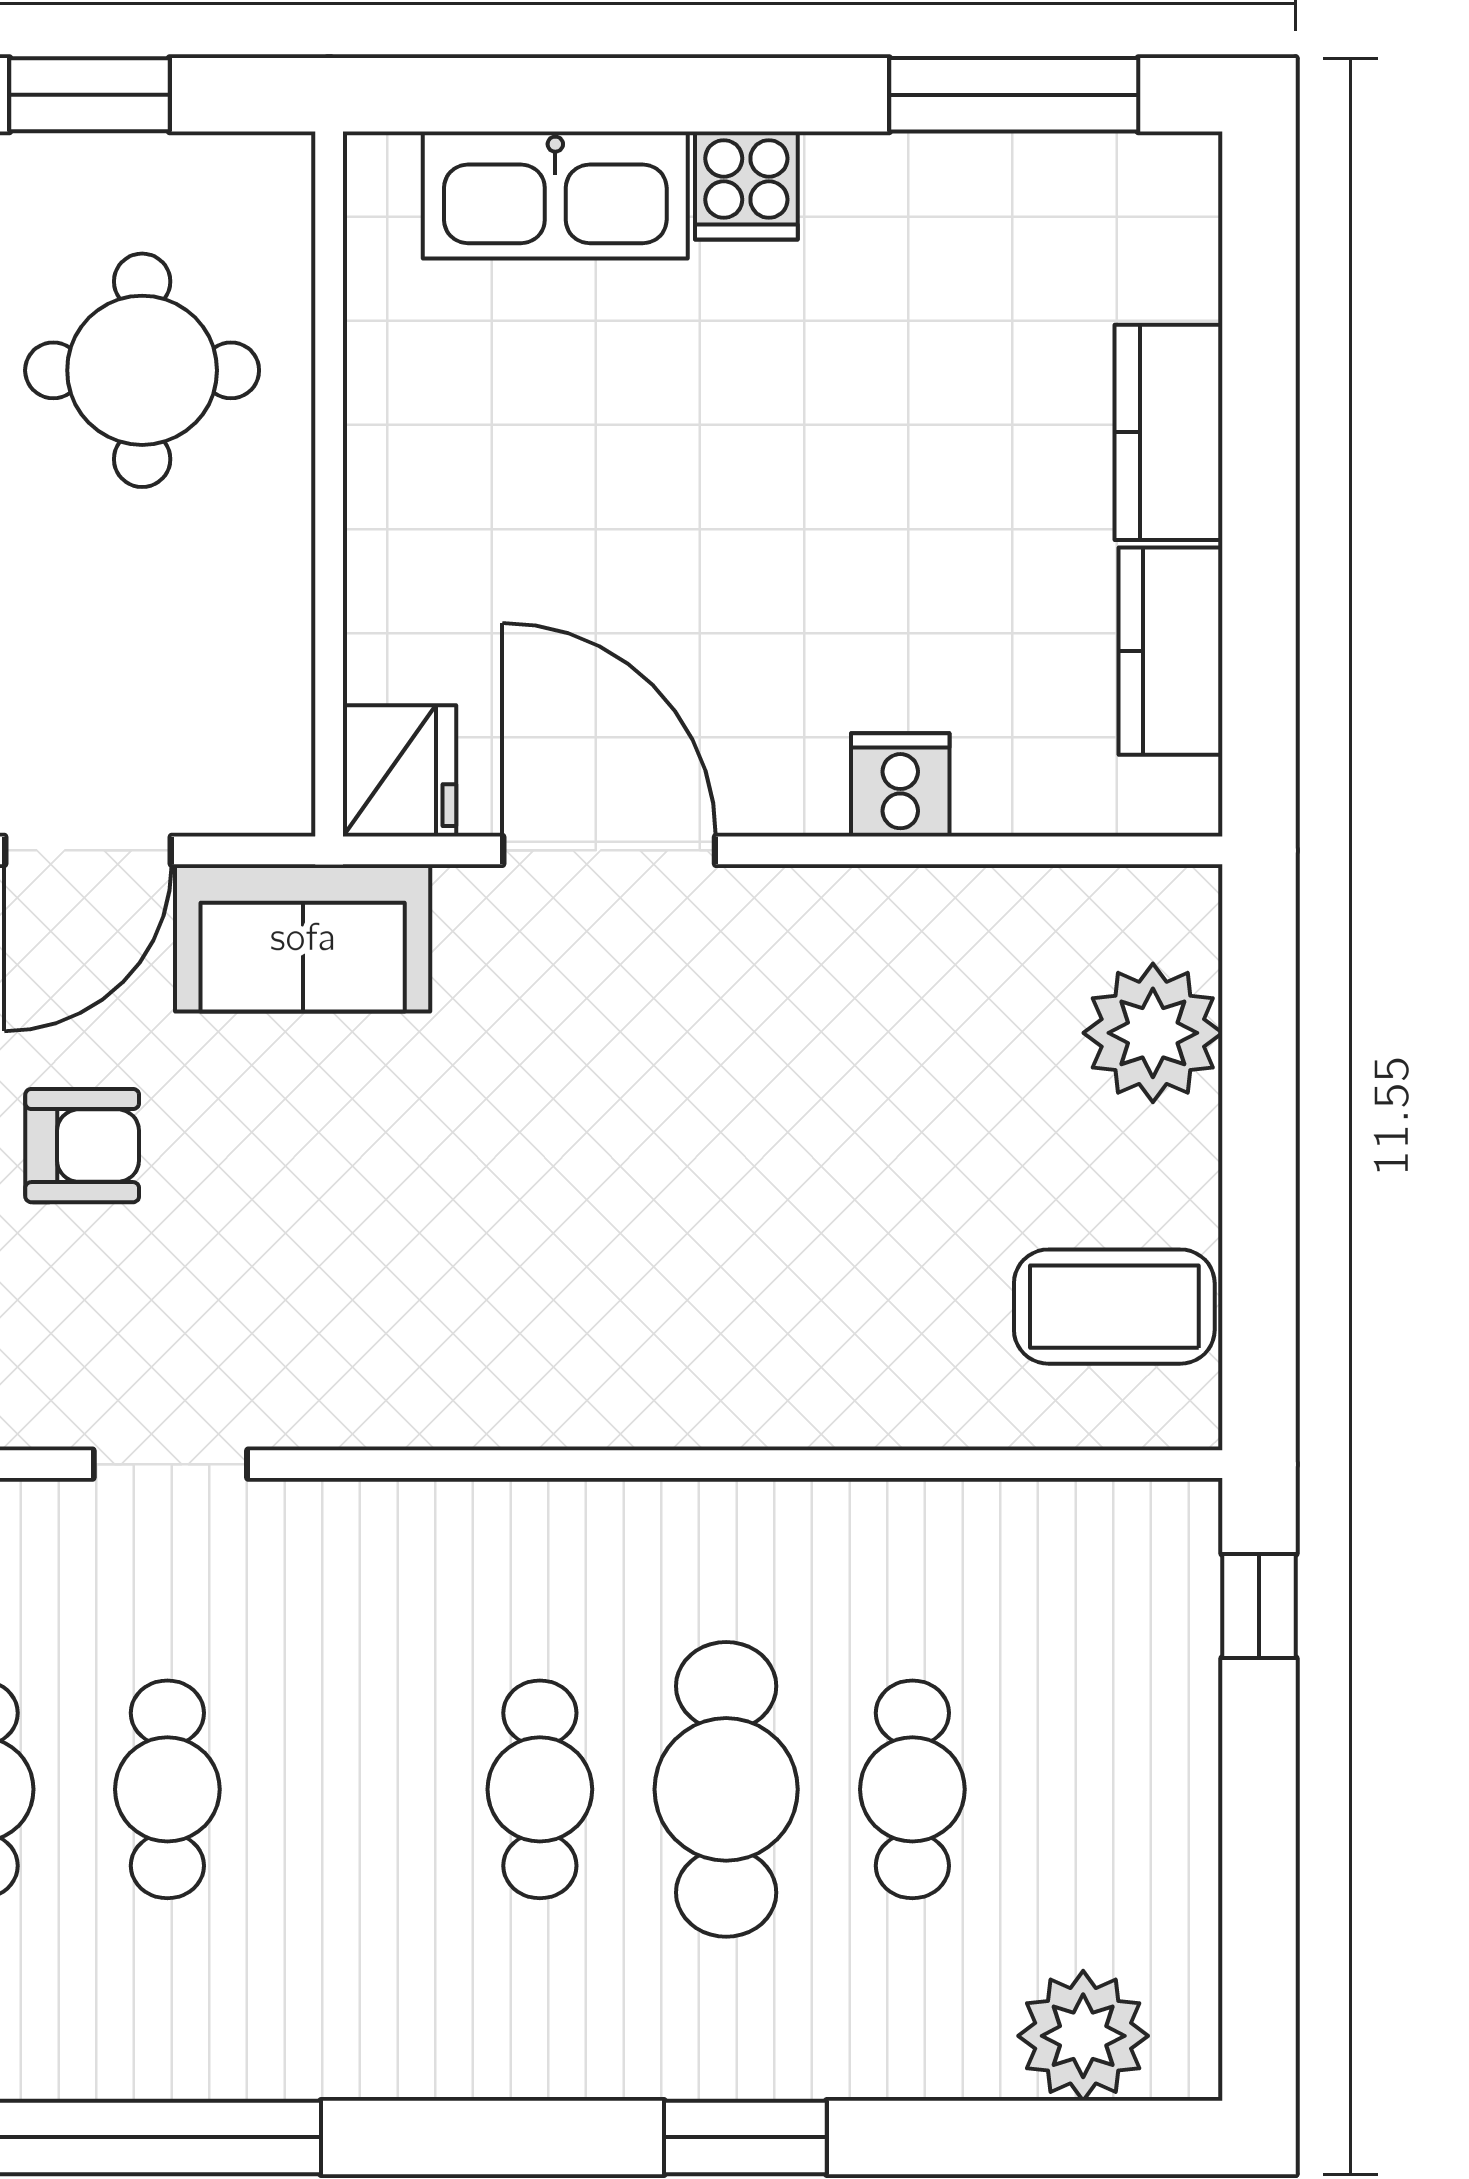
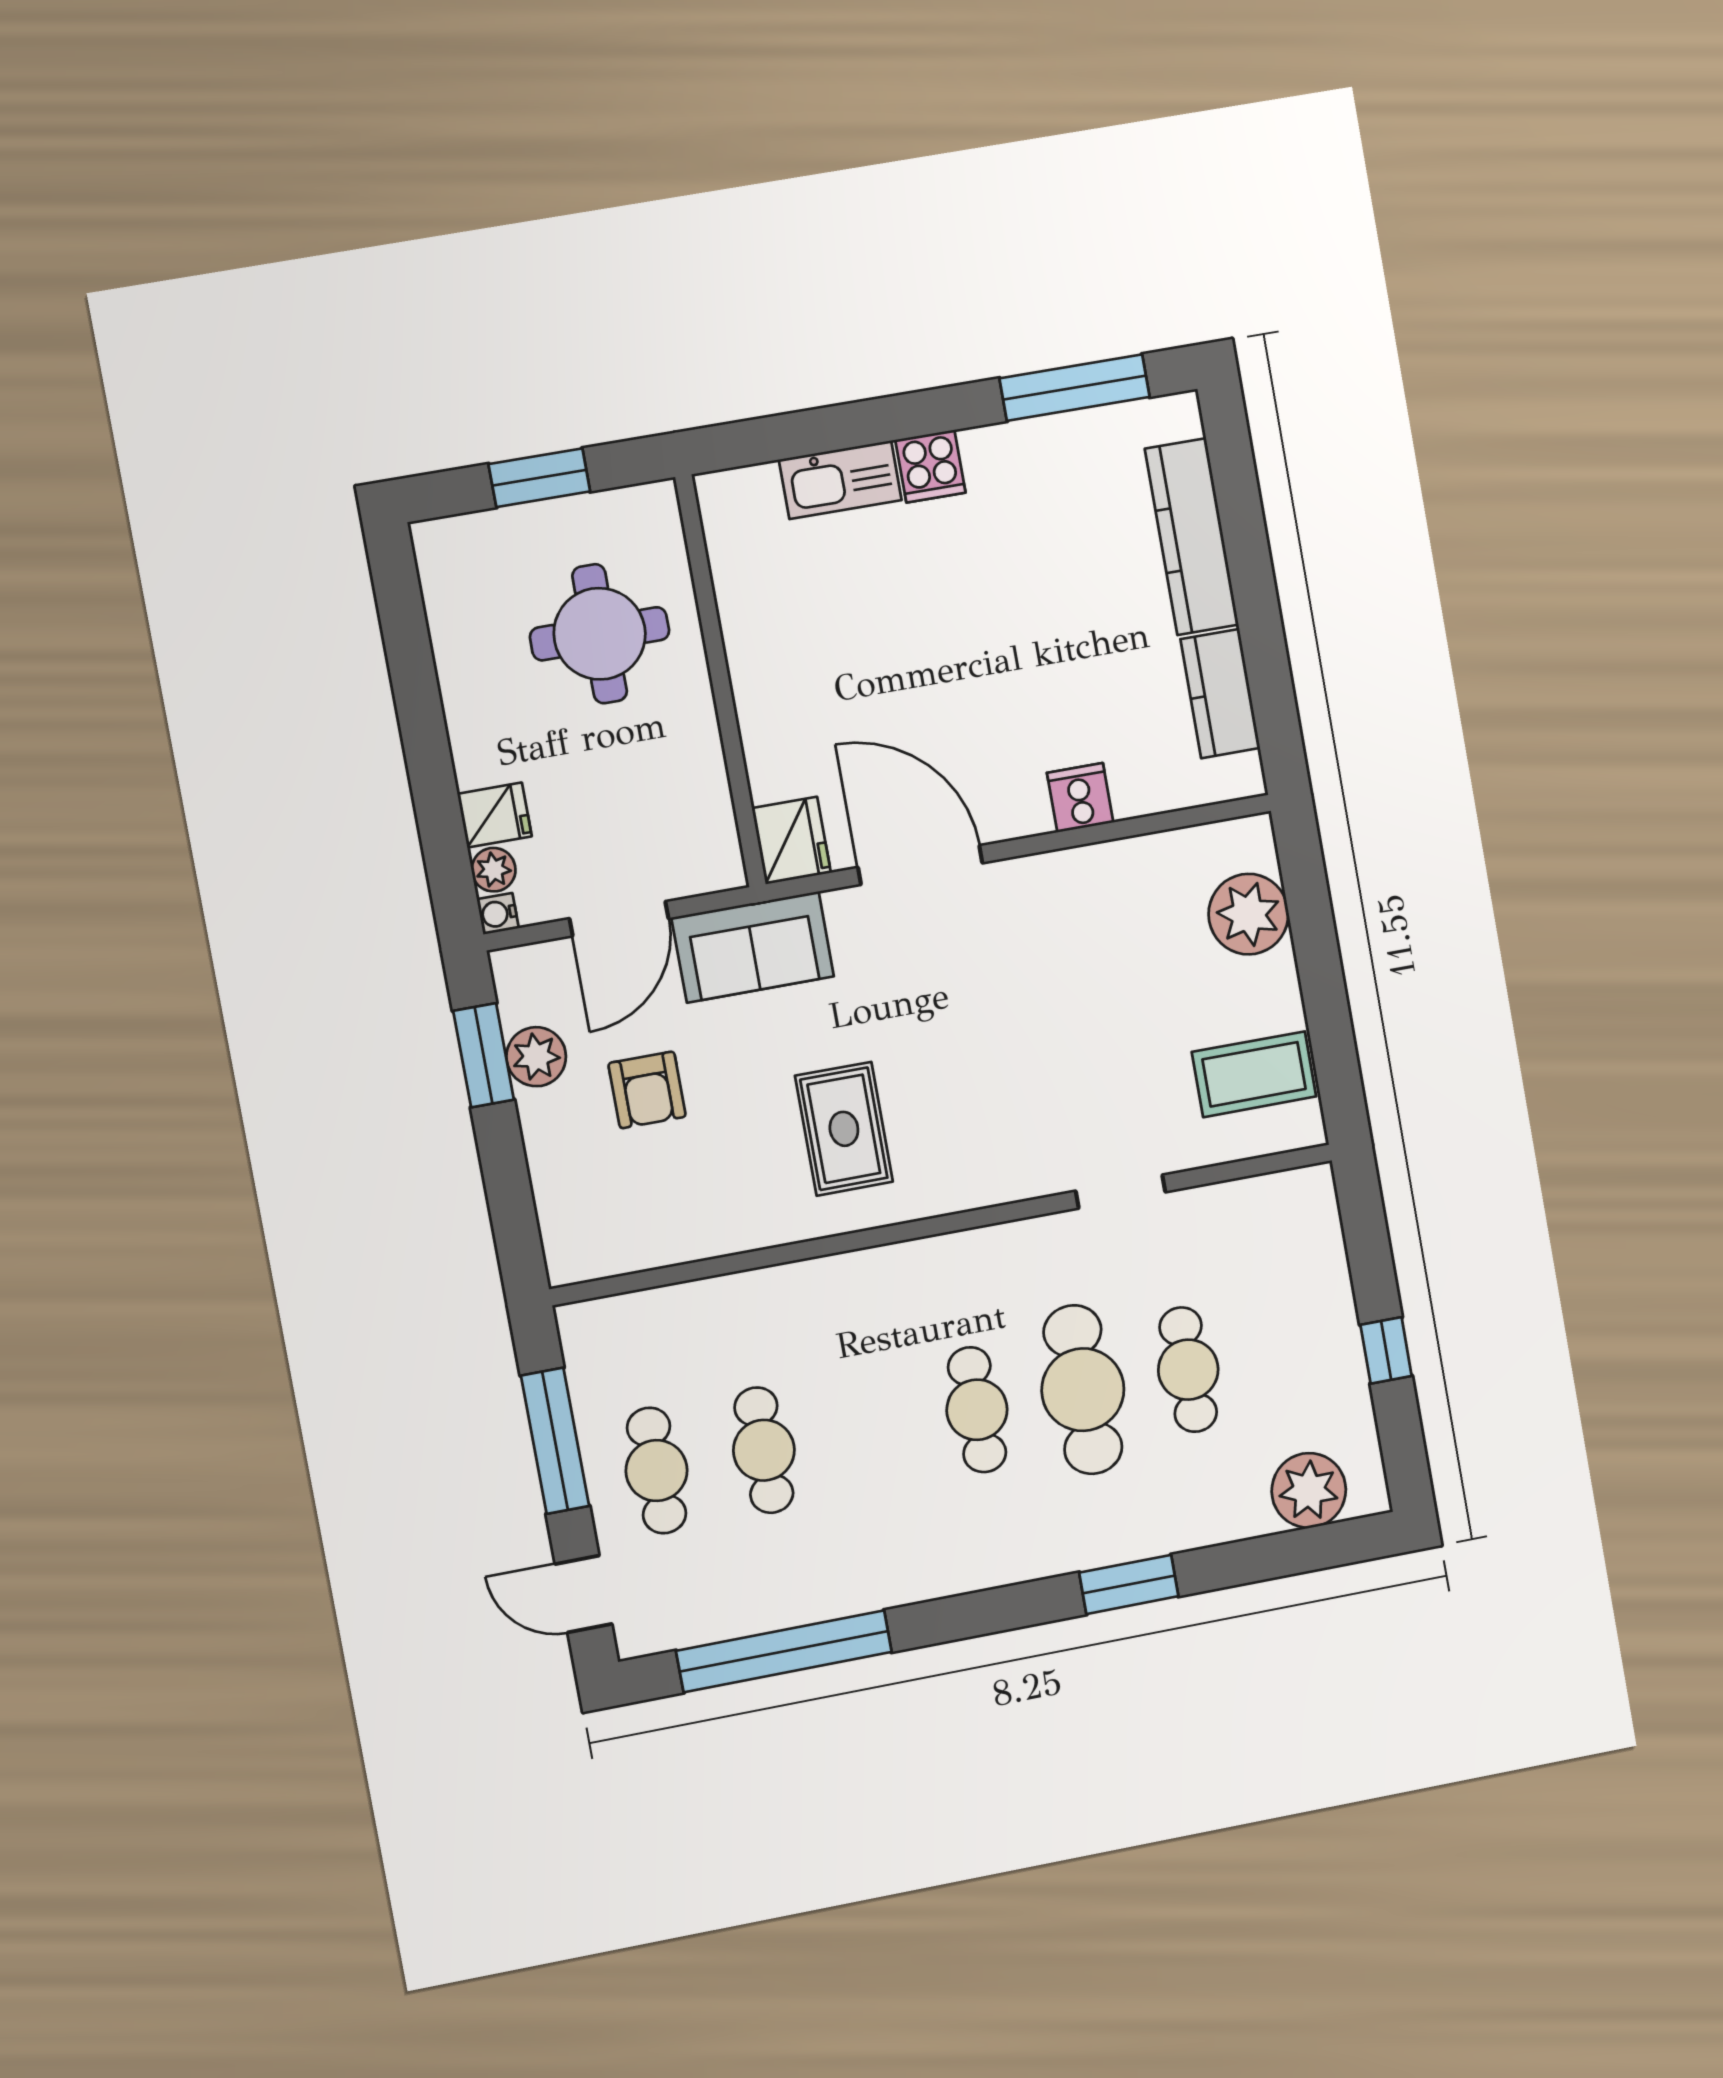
kitchen sink: (555, 195) -> (840, 480), width x0.73, depth x0.81
kitchen counter: (1168, 432) -> (1192, 537), width x1.50
armchair: (82, 1146) -> (647, 1090), turned 90
rug: (400, 1271) -> (844, 1129), added
doorway: (170, 1464) -> (1121, 1192), moved
window: (1259, 1606) -> (1386, 1350), moved

